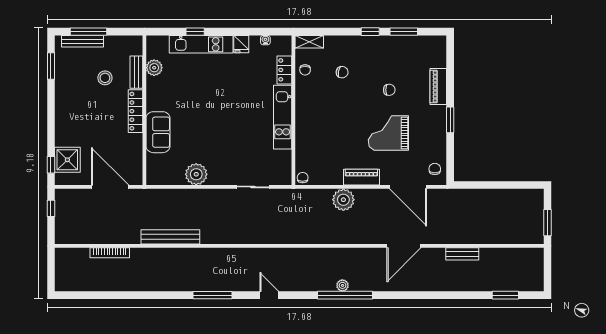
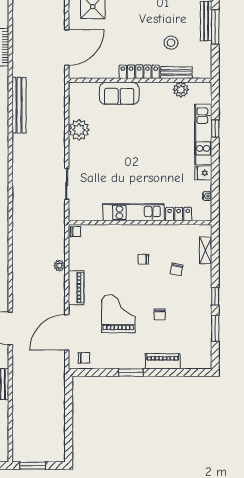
shelving: (309, 42) -> (206, 250), moved
chair: (305, 70) -> (143, 259), moved
plant: (343, 200) -> (59, 266), width x0.53, depth x0.53

